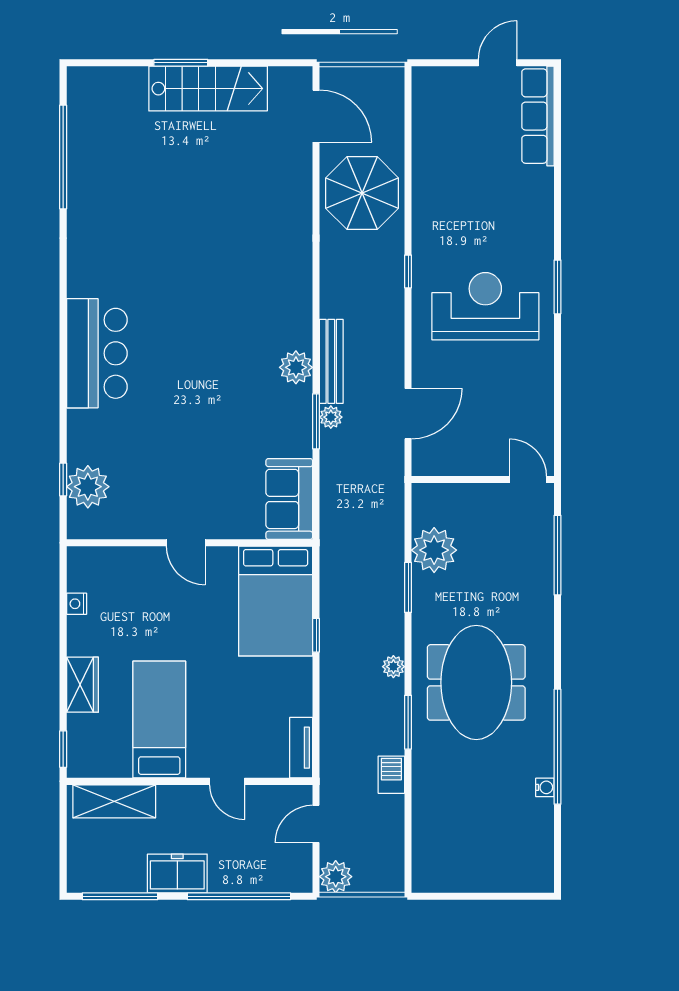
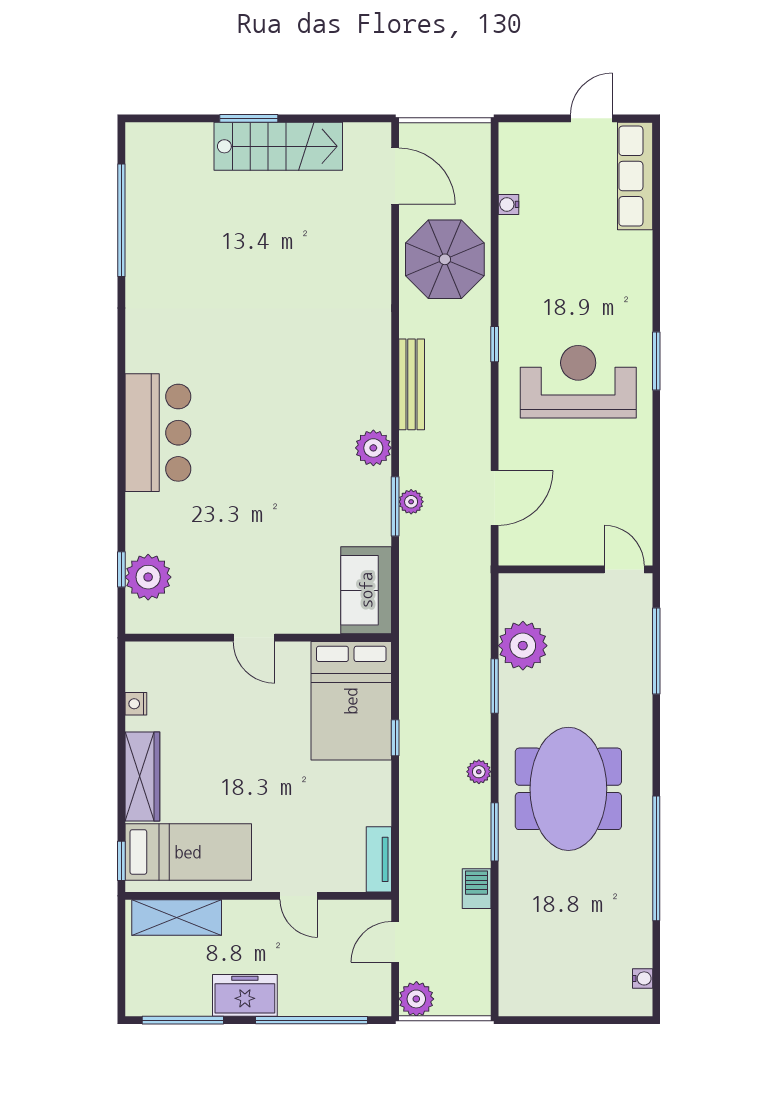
water cooler: (421, 142) -> (508, 204), added
bench: (331, 361) -> (412, 384), moved
wardrobe: (83, 685) -> (142, 776), width x1.50
bed: (159, 719) -> (188, 852), moved, turned 90
water cooler: (545, 787) -> (643, 978), moved

